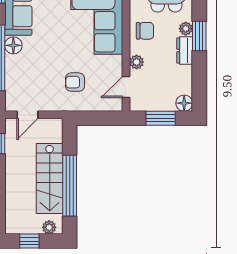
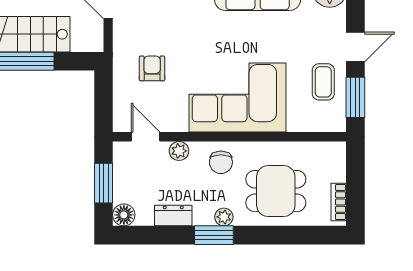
dresser: (185, 50) -> (173, 216), moved

